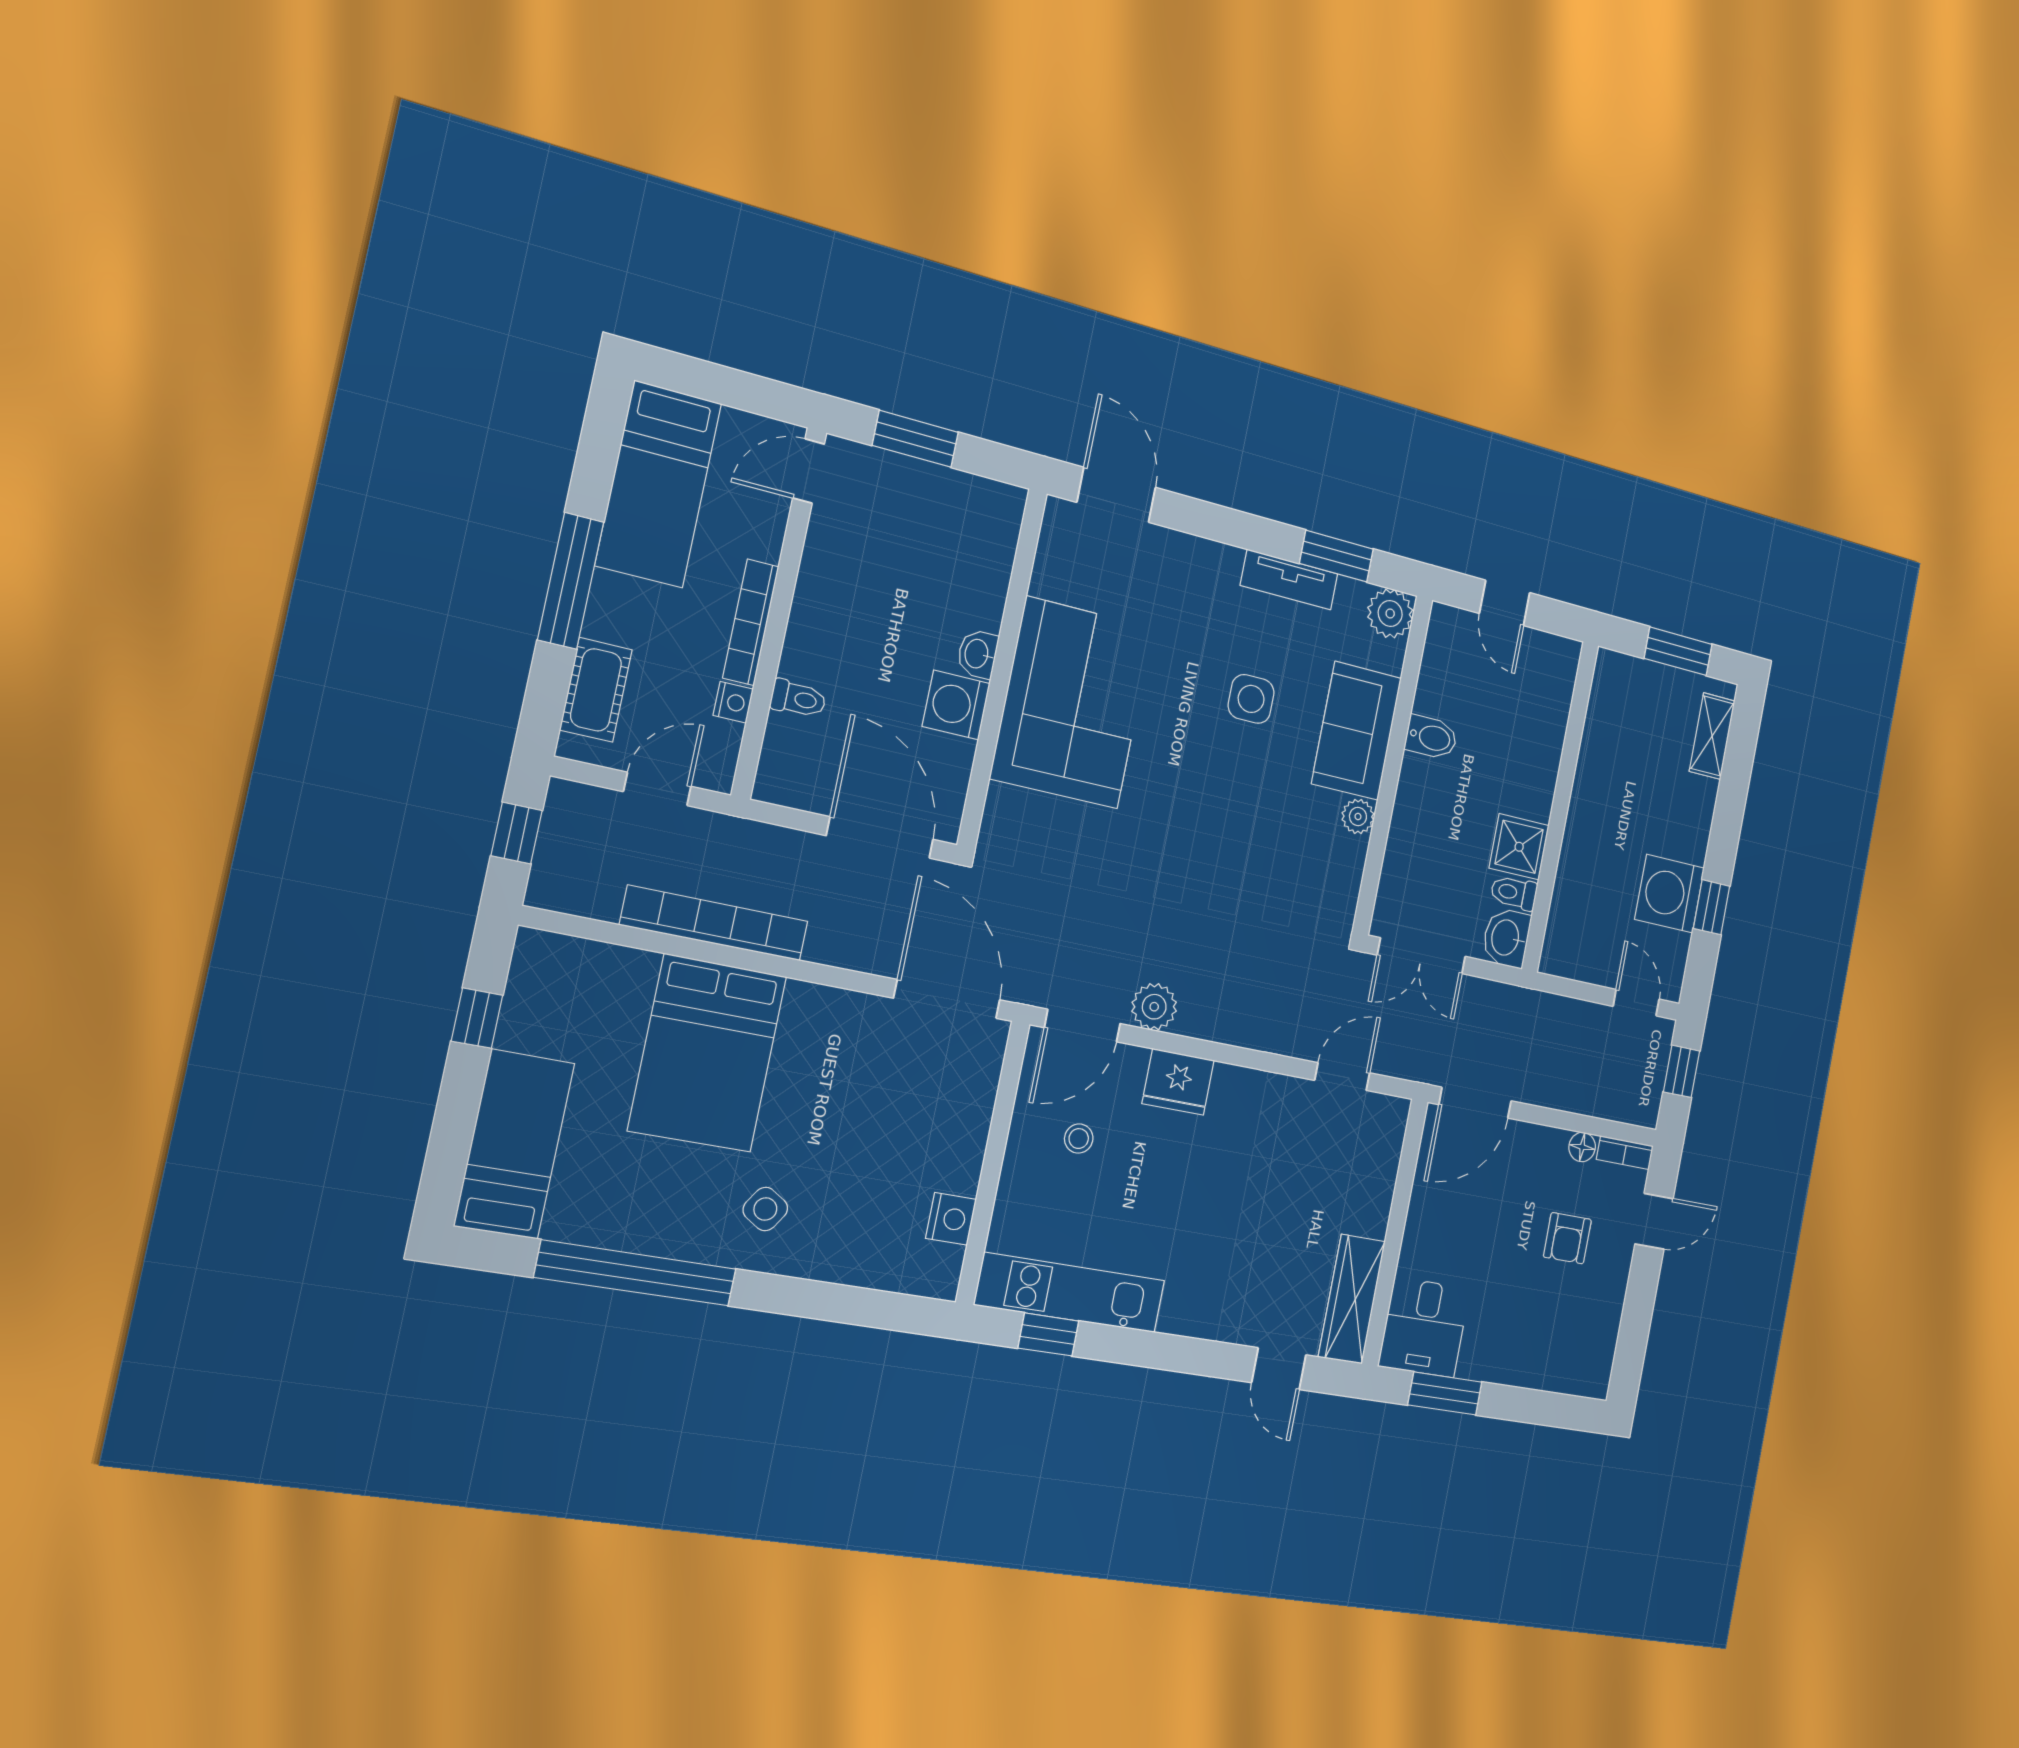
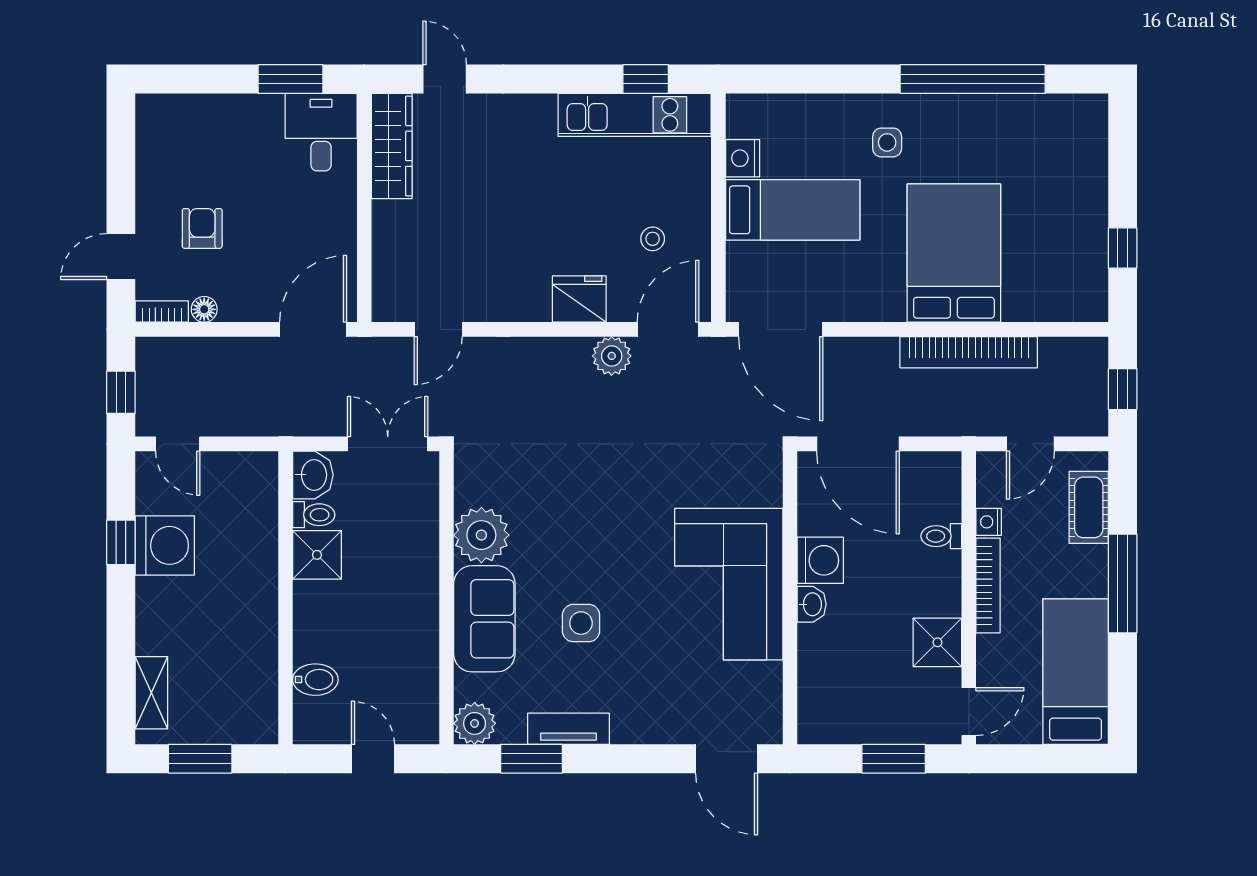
shower: (831, 568) -> (937, 642), added
bidet: (1431, 737) -> (315, 680), moved, turned 180
plant: (1358, 817) -> (481, 535), width x1.87, depth x1.87
bed: (514, 1144) -> (793, 210), moved, turned -90
side table: (765, 1209) -> (887, 142), turned -33

